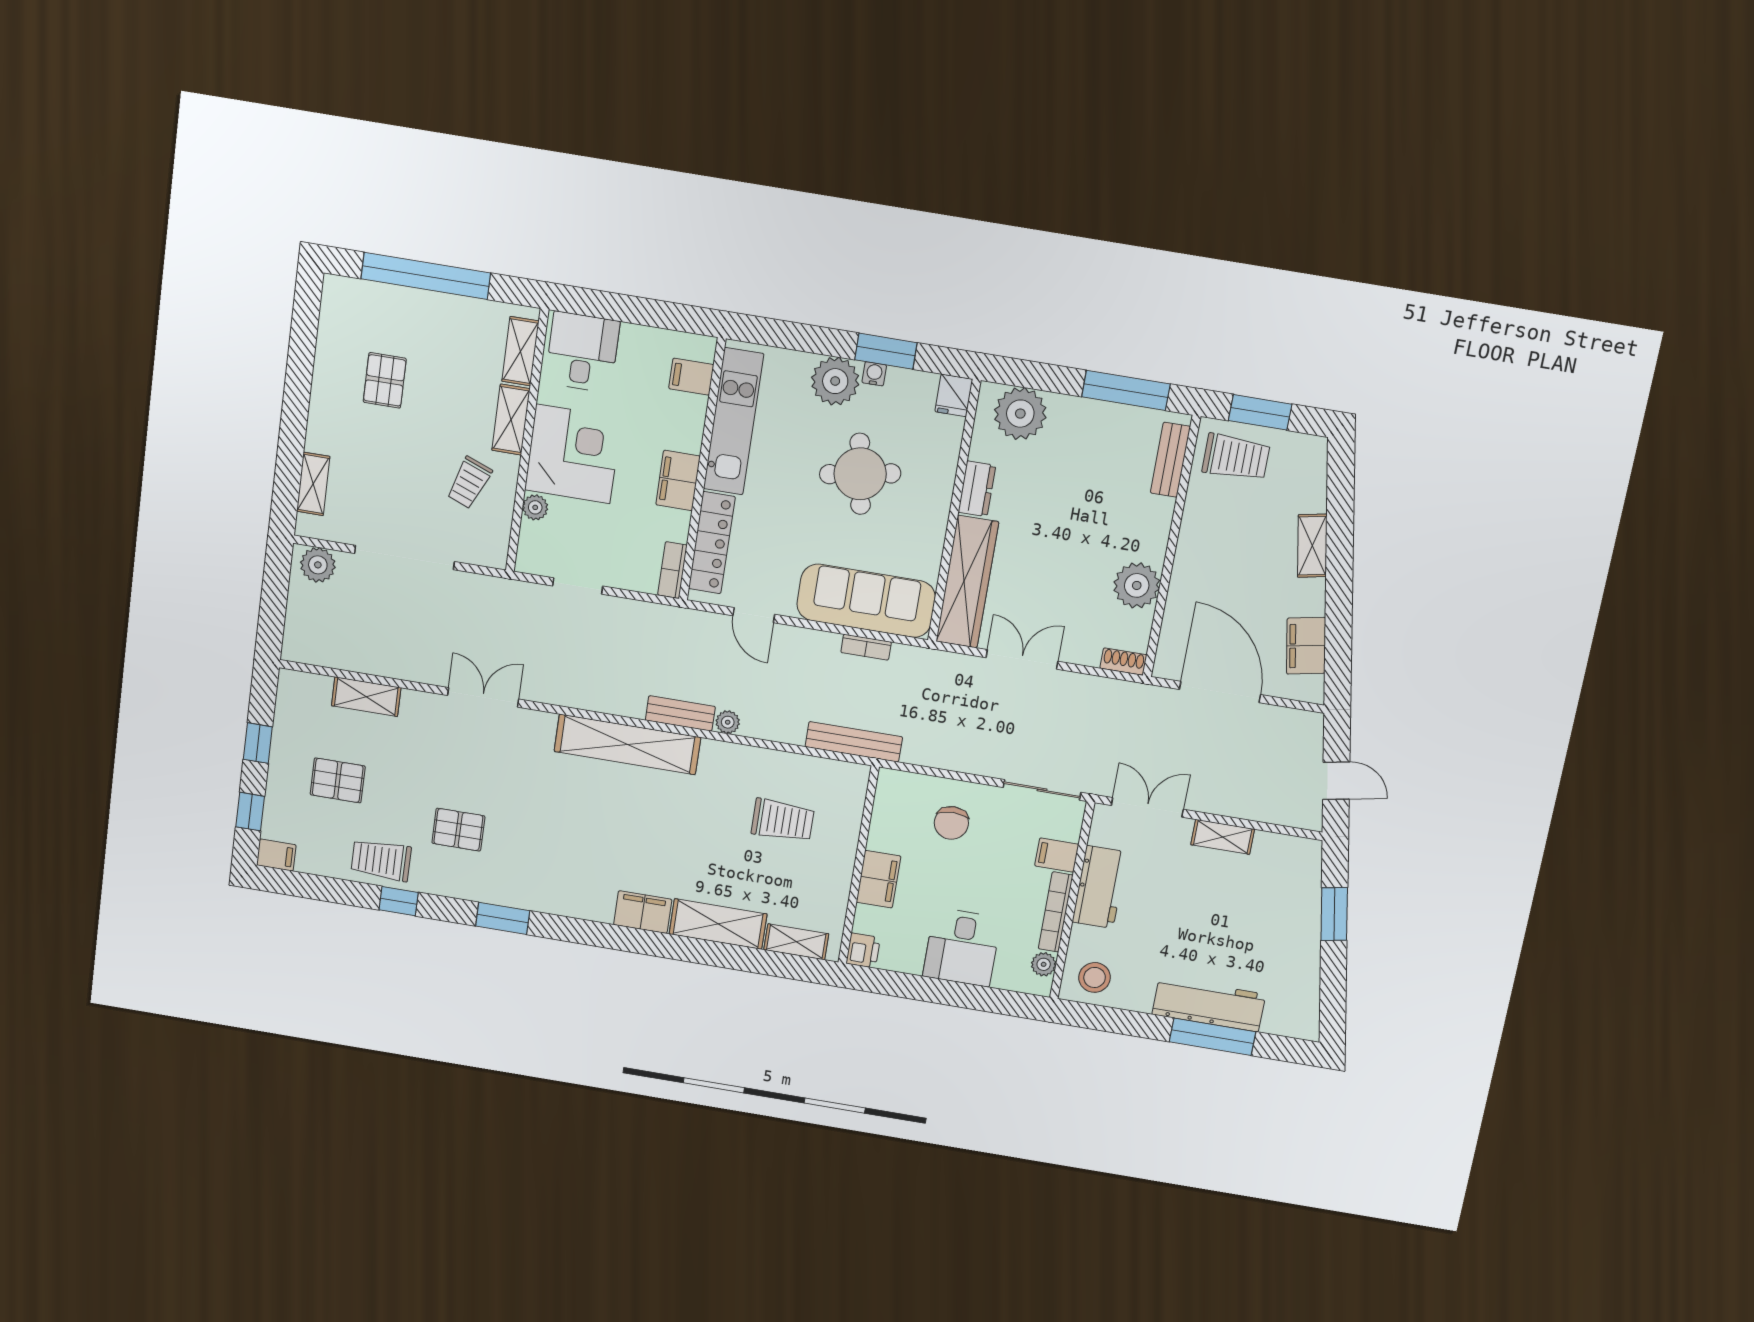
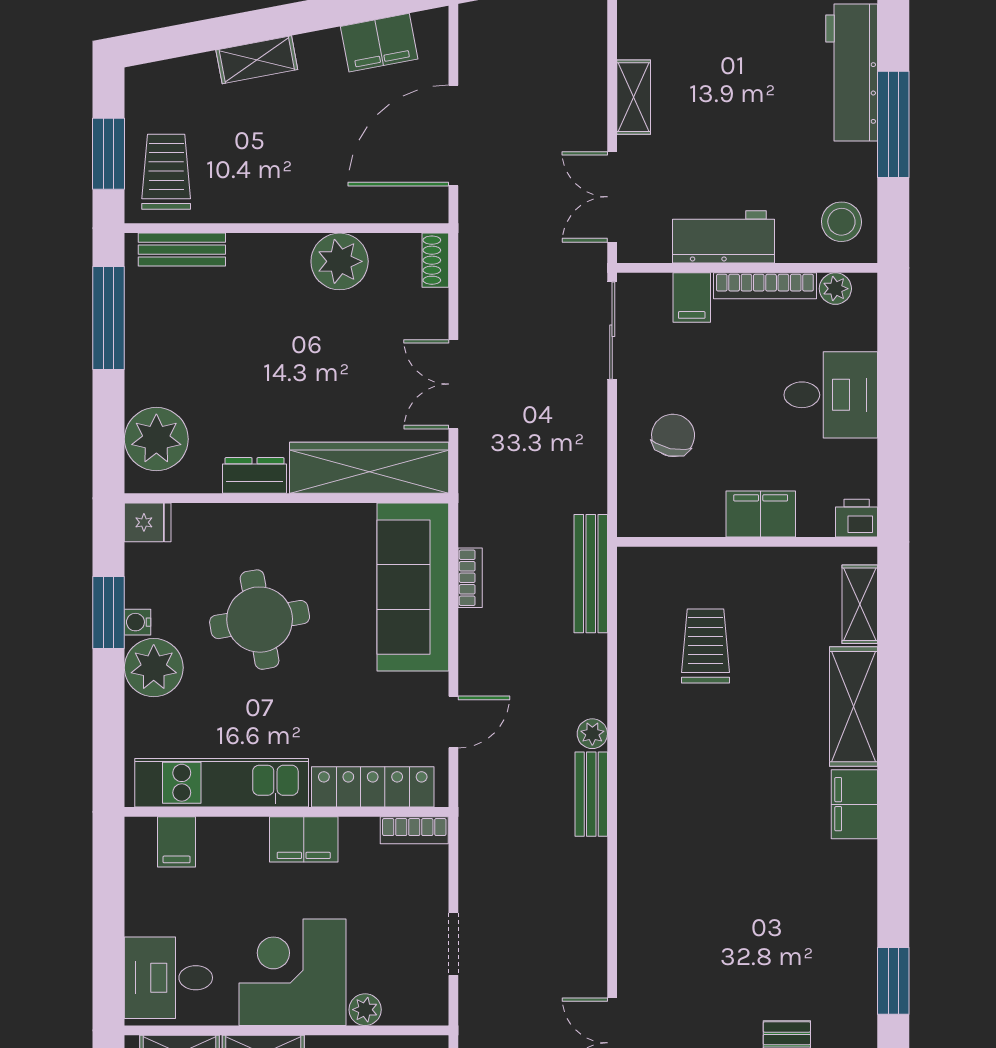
shelving: (627, 744) -> (642, 854), removed
chair: (951, 823) -> (673, 435), turned -78
window: (1212, 1037) -> (893, 124), moved

